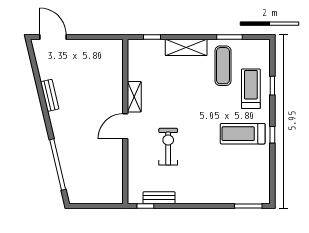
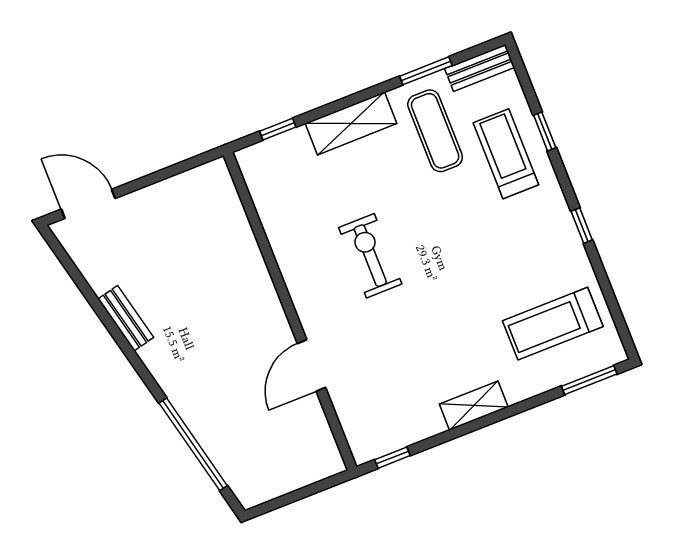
shelving: (134, 97) -> (474, 406), moved, turned 90
door: (125, 126) -> (312, 366), moved
treadmill: (243, 134) -> (553, 324), moved
exercise bike: (168, 147) -> (370, 256), moved
bench: (159, 198) -> (480, 68), moved

